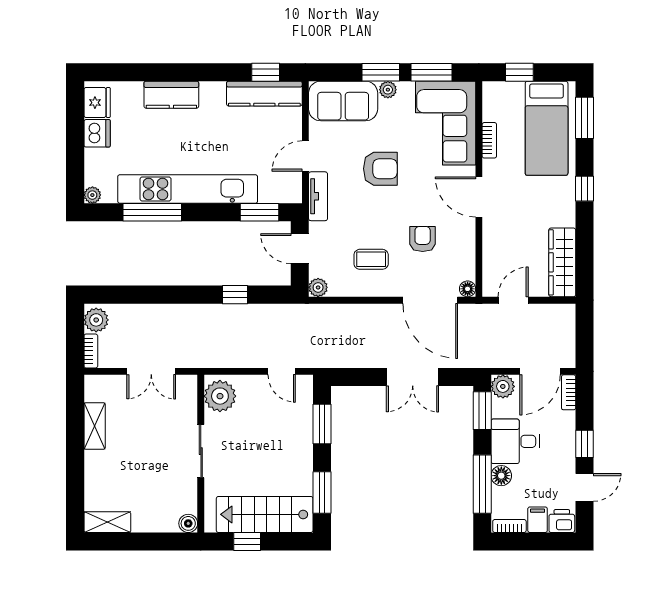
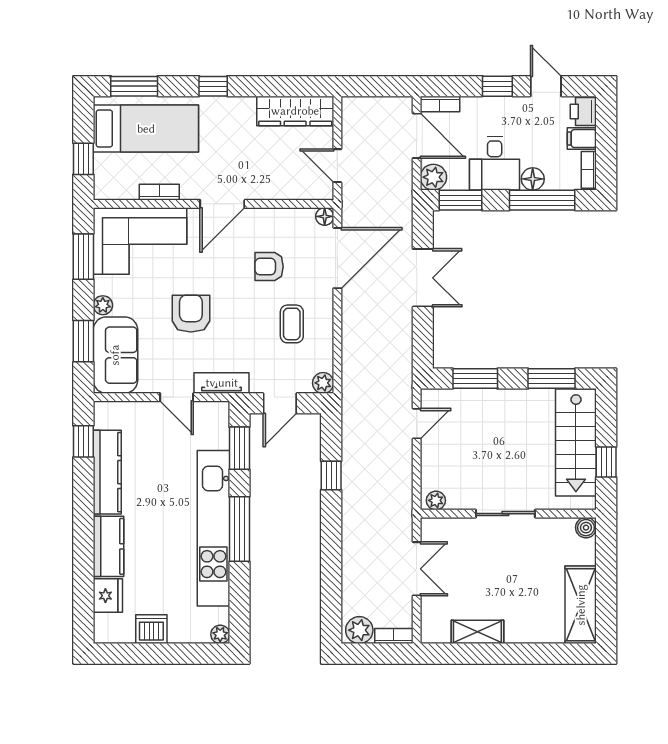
window: (381, 72) -> (83, 341), moved
kitchen counter: (264, 94) -> (107, 472), moved
fridge: (97, 103) -> (108, 596), moved, turned 90
window: (152, 212) -> (239, 529), moved
plant: (220, 396) -> (436, 500), width x0.53, depth x0.53
shelving: (107, 522) -> (581, 605), width x1.50, depth x1.33

